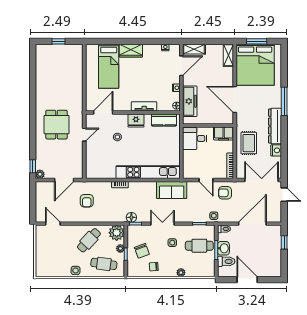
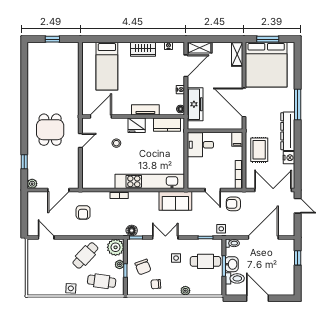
wardrobe: (131, 51) -> (143, 49), moved
filing cabinet: (224, 133) -> (237, 139), width x0.50
window: (33, 166) -> (24, 162), moved

